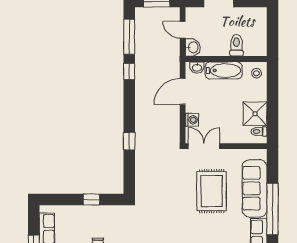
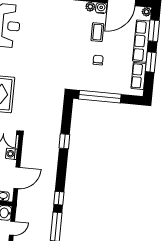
door: (183, 30) -> (12, 228), hinge flipped
window: (91, 199) -> (100, 97), width x3.17

